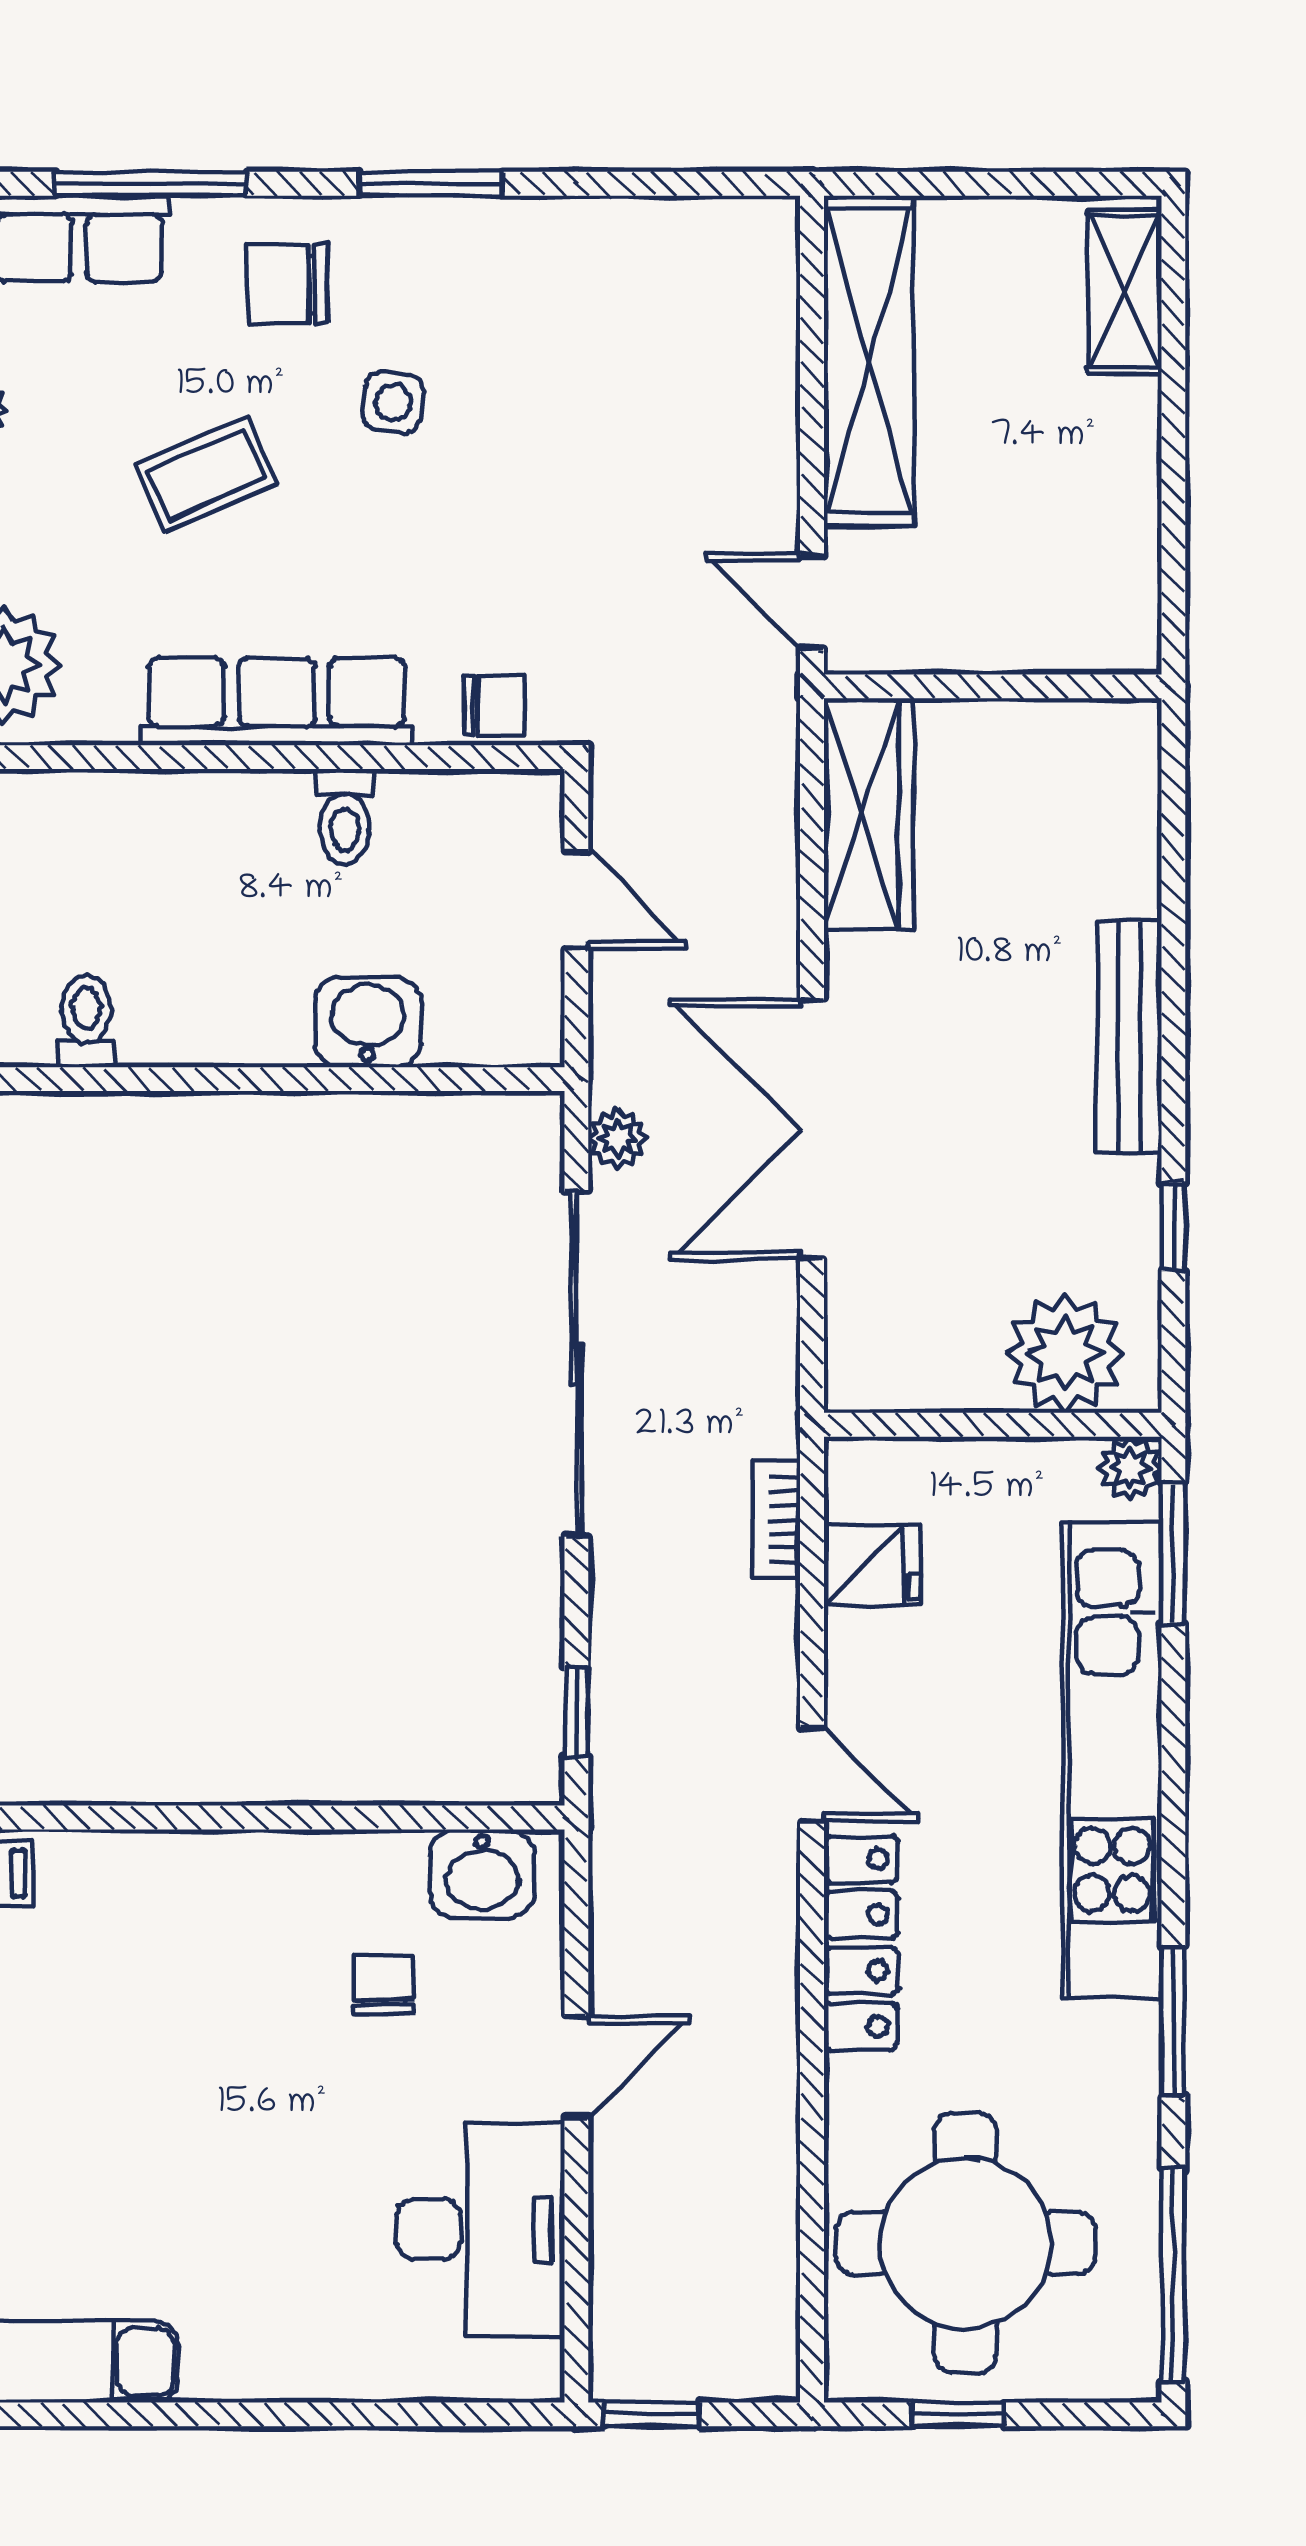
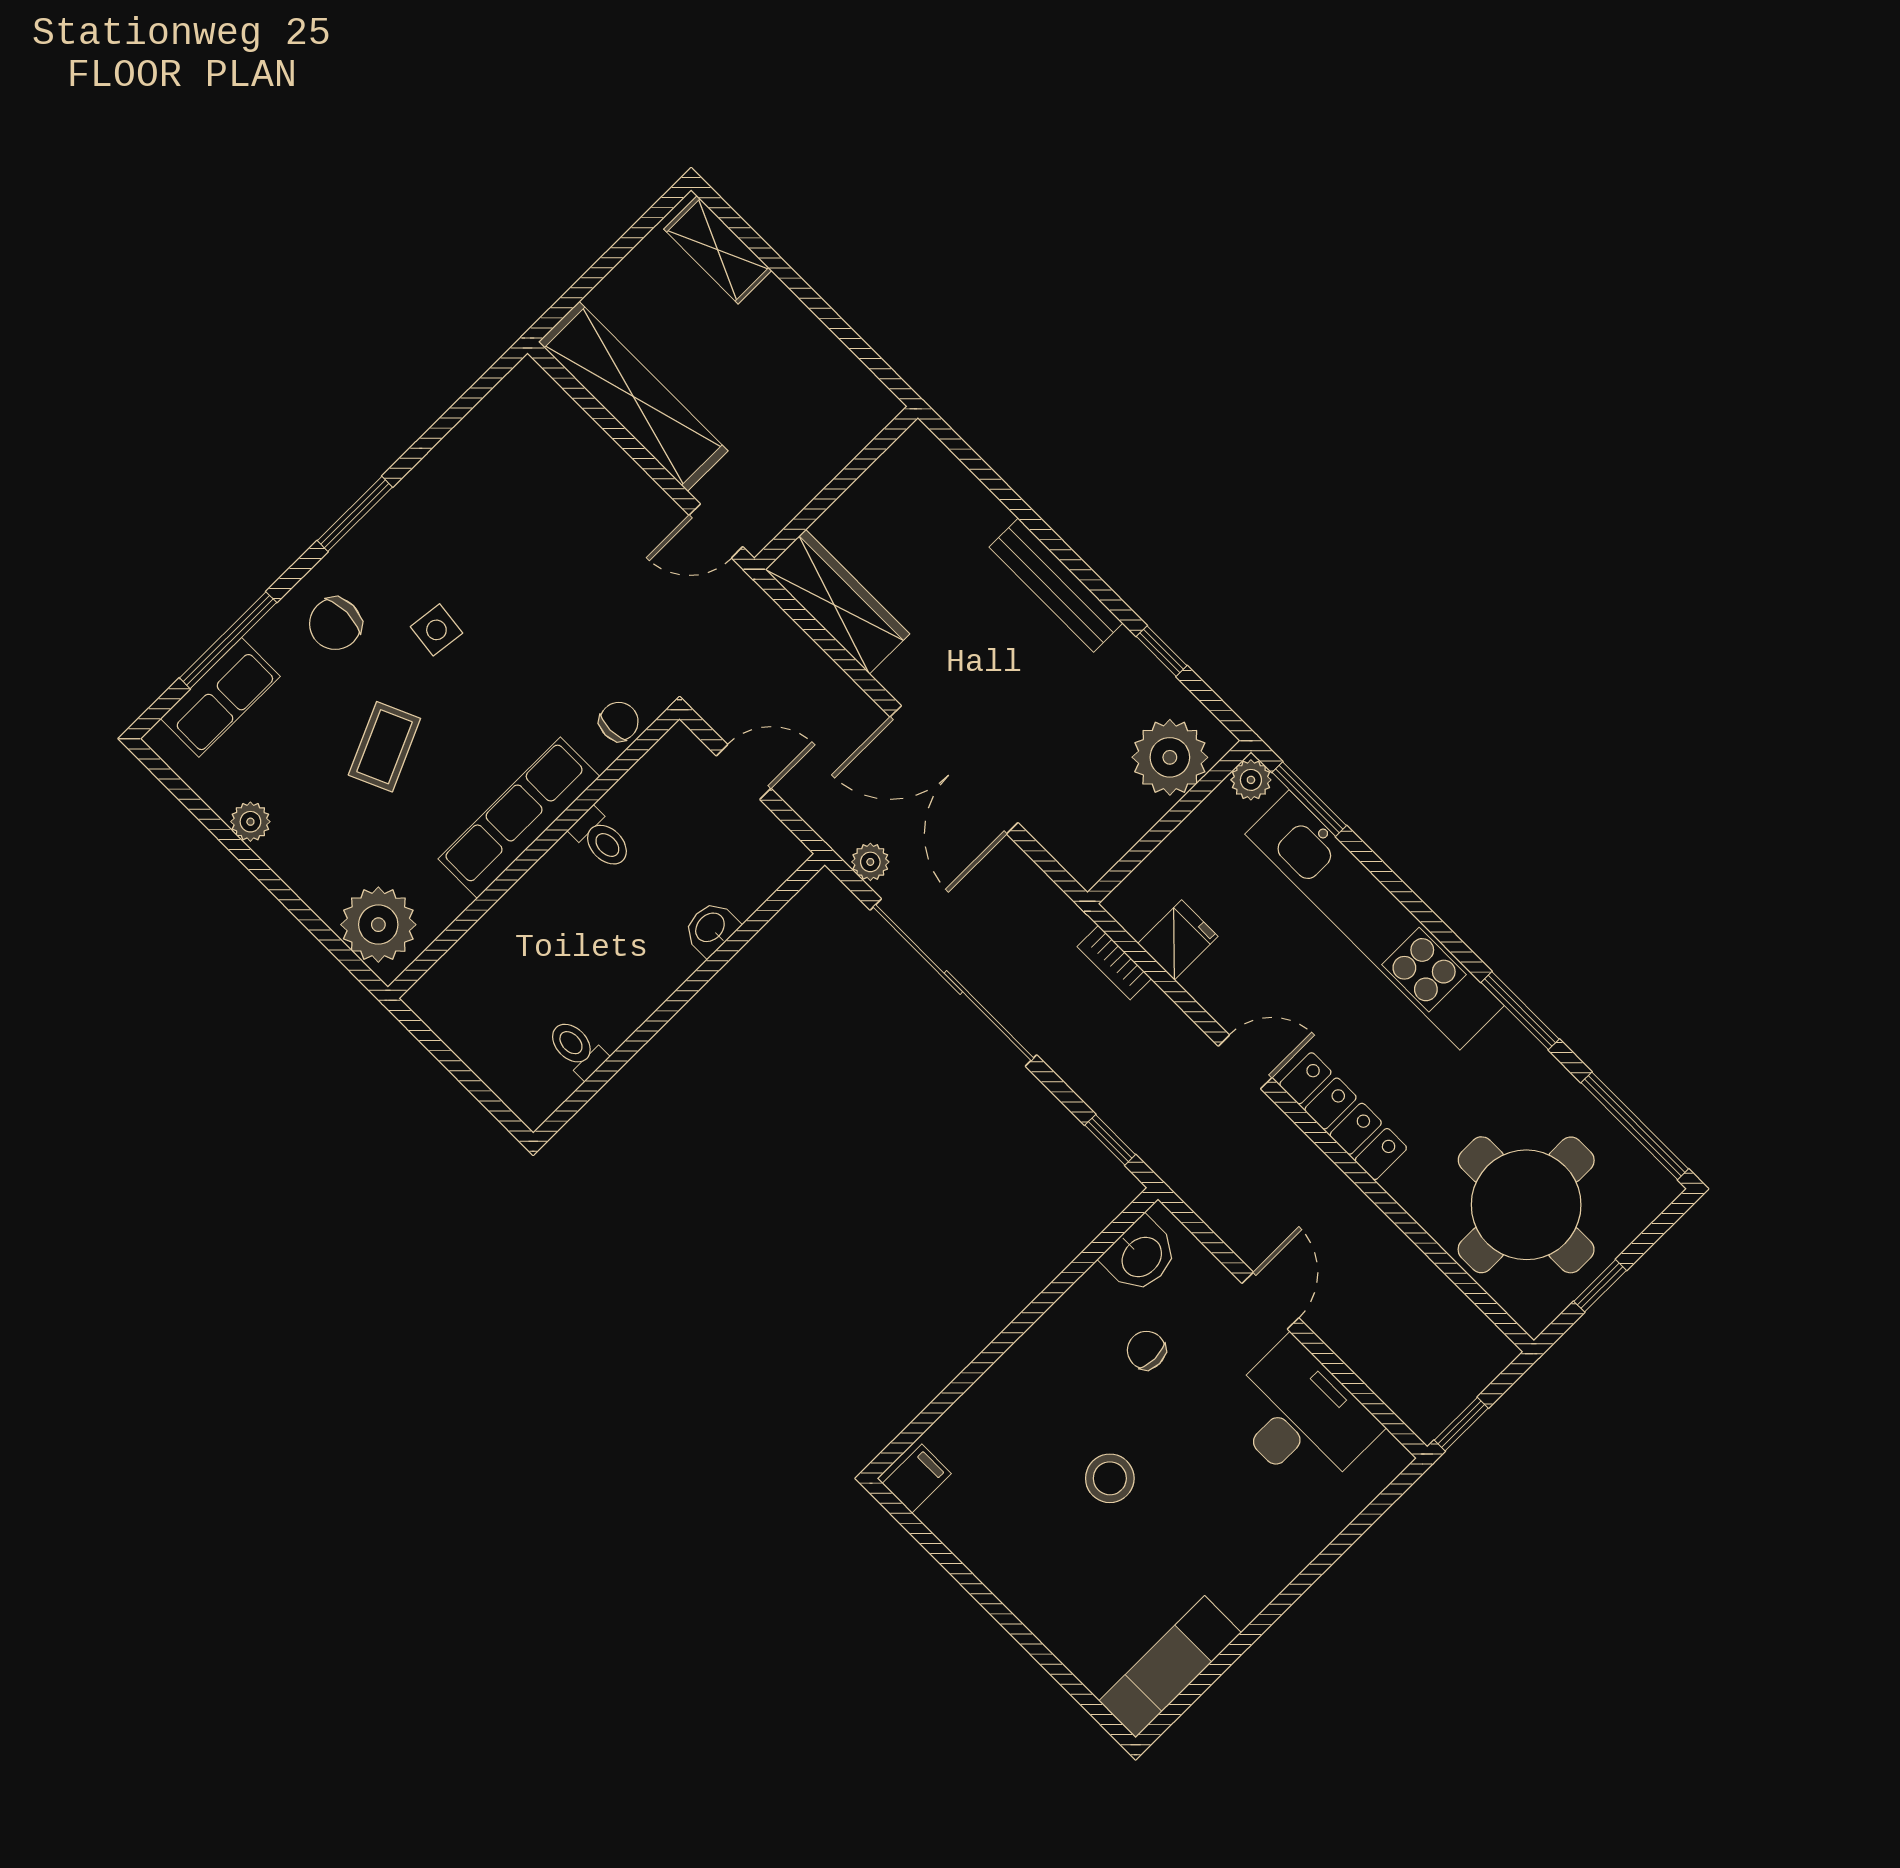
washbasin: (368, 1022) -> (711, 928), width x0.72, depth x0.69
stool: (202, 2086) -> (1110, 1478), added

